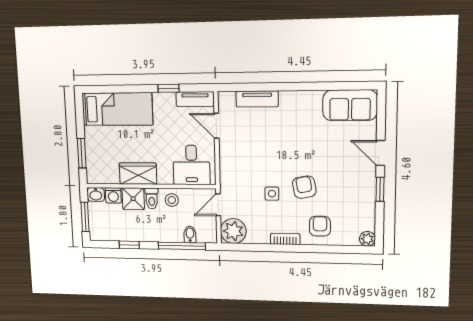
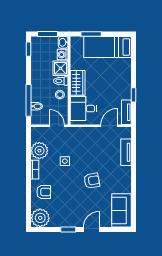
bed: (117, 109) -> (107, 47), moved, turned 90
wardrobe: (138, 174) -> (78, 83), moved
armchair: (304, 187) -> (92, 181), moved
plant: (233, 231) -> (39, 151), moved
plant: (367, 239) -> (40, 218), width x1.88, depth x1.88
window: (129, 245) -> (29, 49), moved

